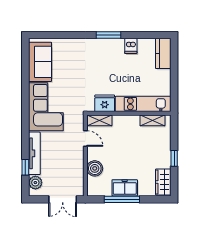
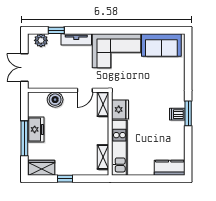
dishwasher: (131, 46) -> (177, 114), moved
tv unit: (34, 153) -> (76, 39), width x0.71
window: (122, 199) -> (24, 138), moved

